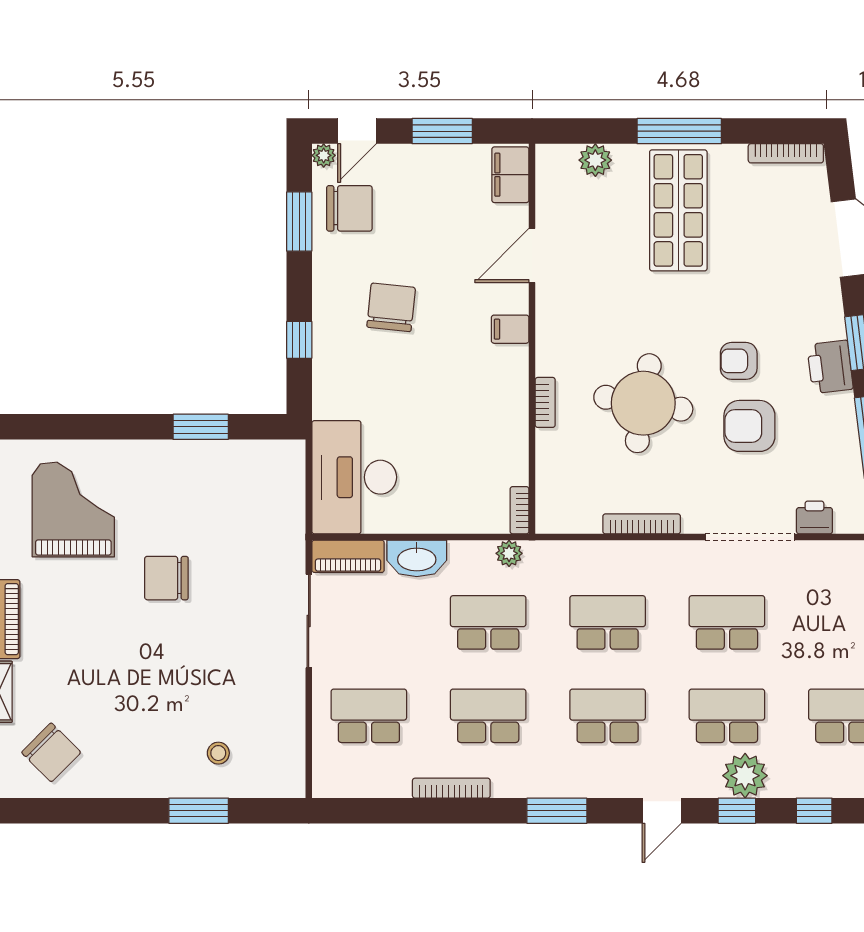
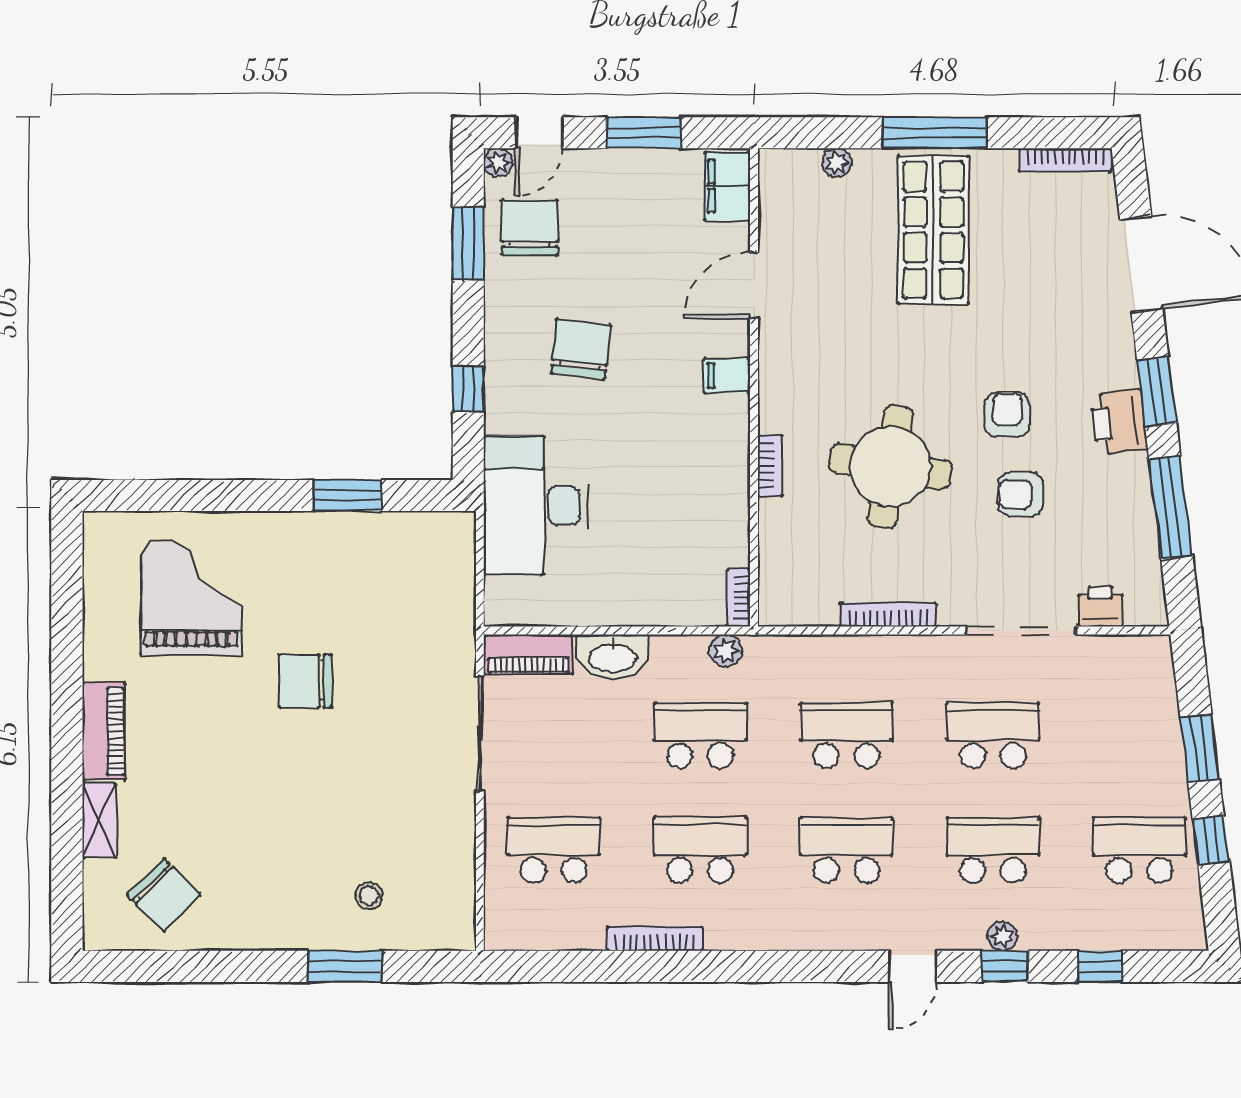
plant: (595, 160) -> (837, 163), width x0.73, depth x0.73
chair: (349, 208) -> (530, 227), turned -90
armchair: (739, 361) -> (1007, 415), turned 90
armchair: (749, 426) -> (1021, 494), width x0.72, depth x0.72
desk: (354, 477) -> (536, 505), moved
plant: (745, 776) -> (1002, 936), width x0.53, depth x0.53
window: (557, 811) -> (784, 966), removed

